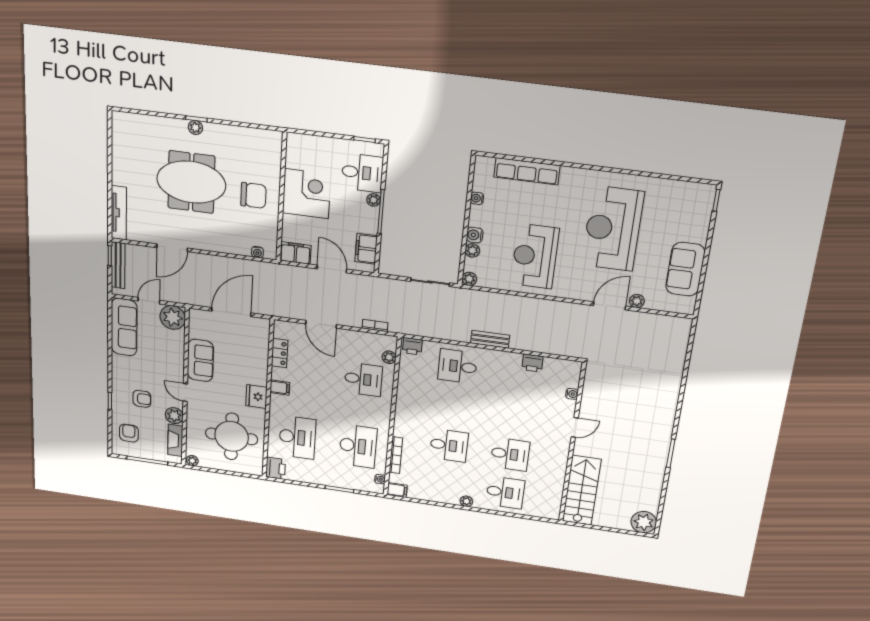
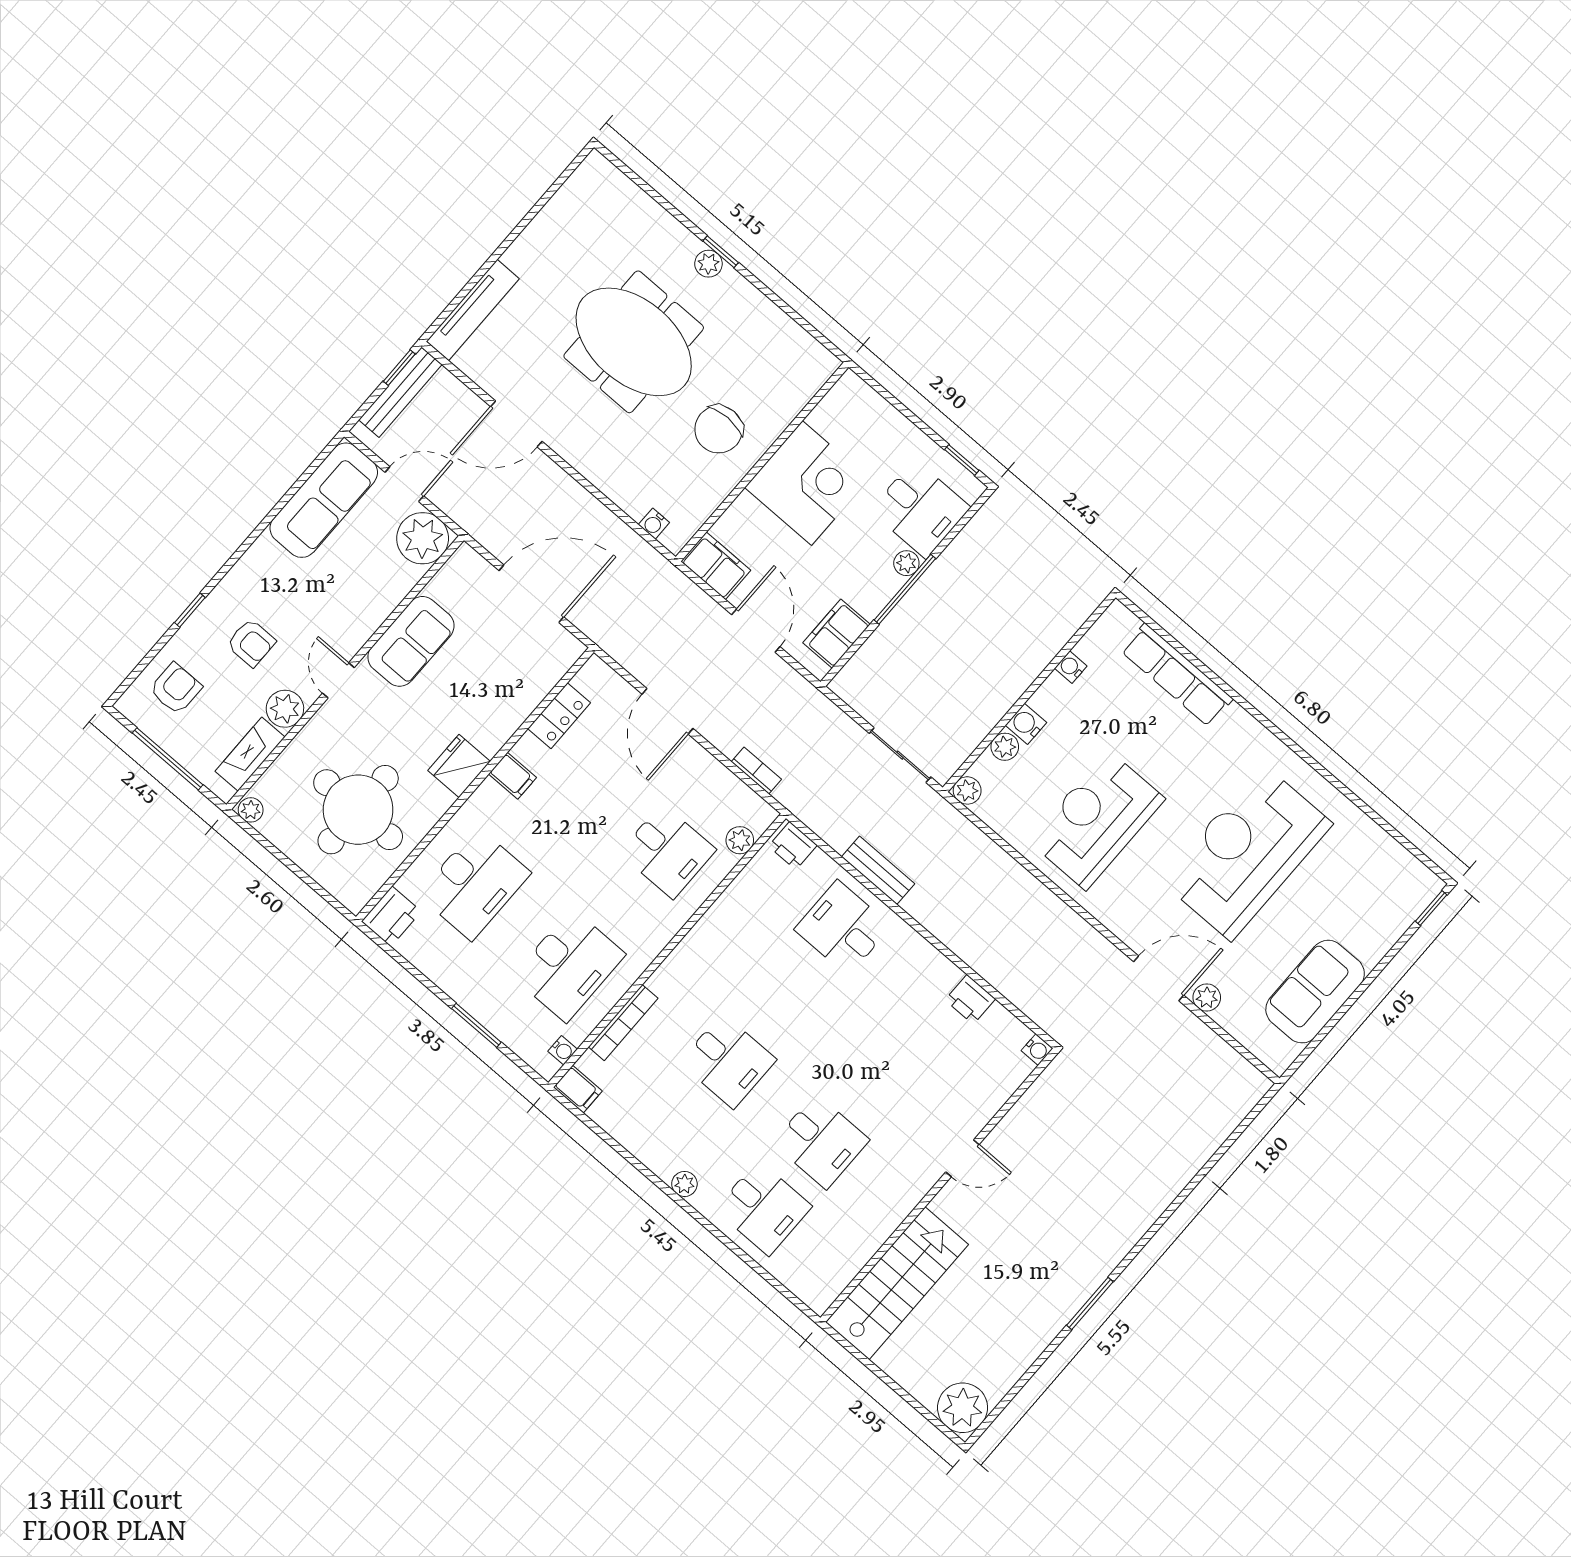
chair: (253, 195) -> (719, 429), turned 90
bench: (490, 339) -> (878, 870), moved
water cooler: (572, 394) -> (1037, 1050), moved

